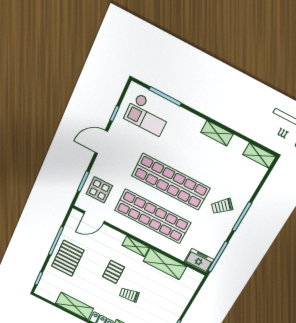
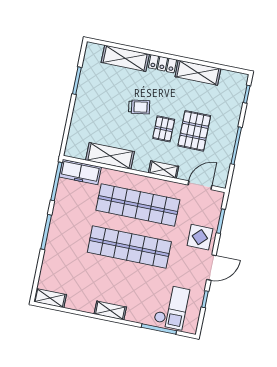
checkout: (148, 115) -> (171, 307), turned 90
shelving: (217, 133) -> (110, 310), moved
display table: (99, 190) -> (200, 237), moved
trolley: (222, 206) -> (70, 237), removed
shelving: (136, 246) -> (164, 170), moved
pallet: (68, 258) -> (194, 131), moved
freezer: (199, 261) -> (80, 172), width x1.40

